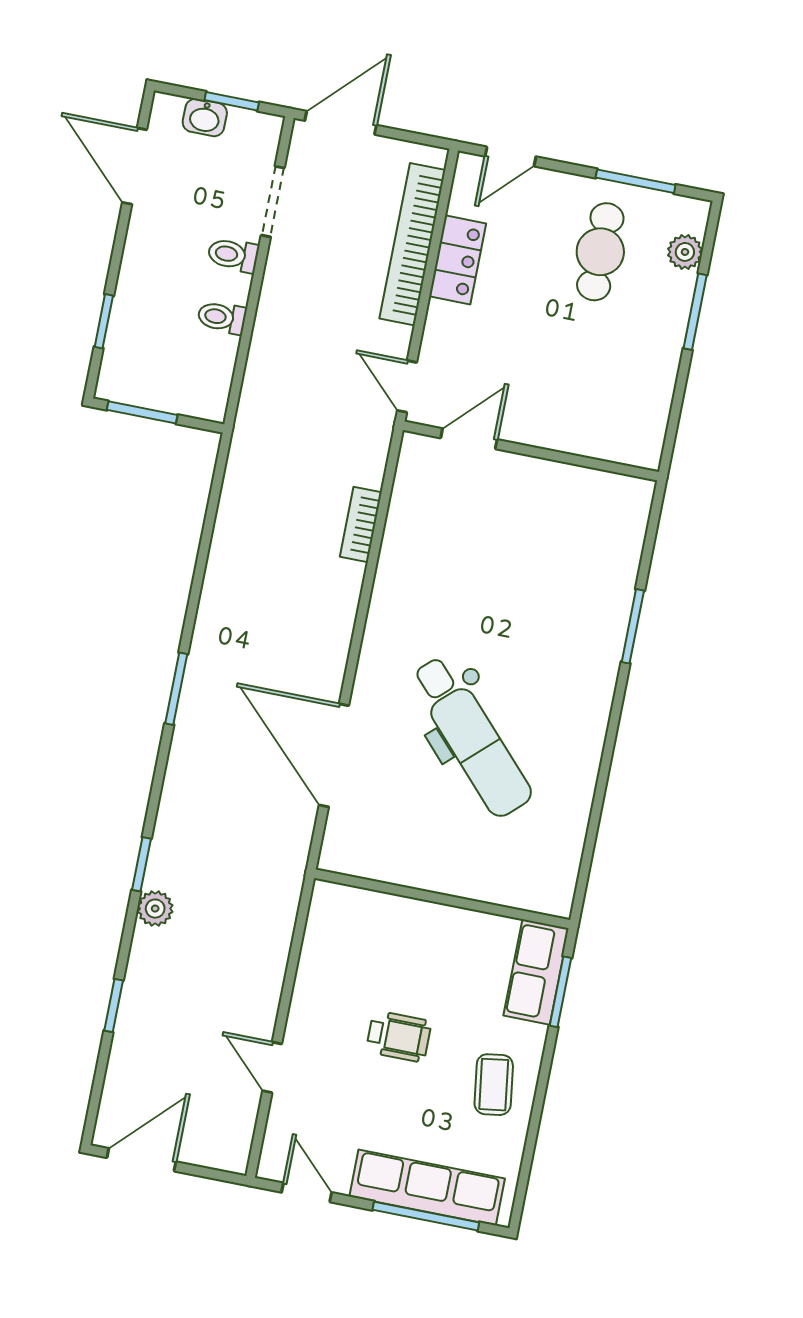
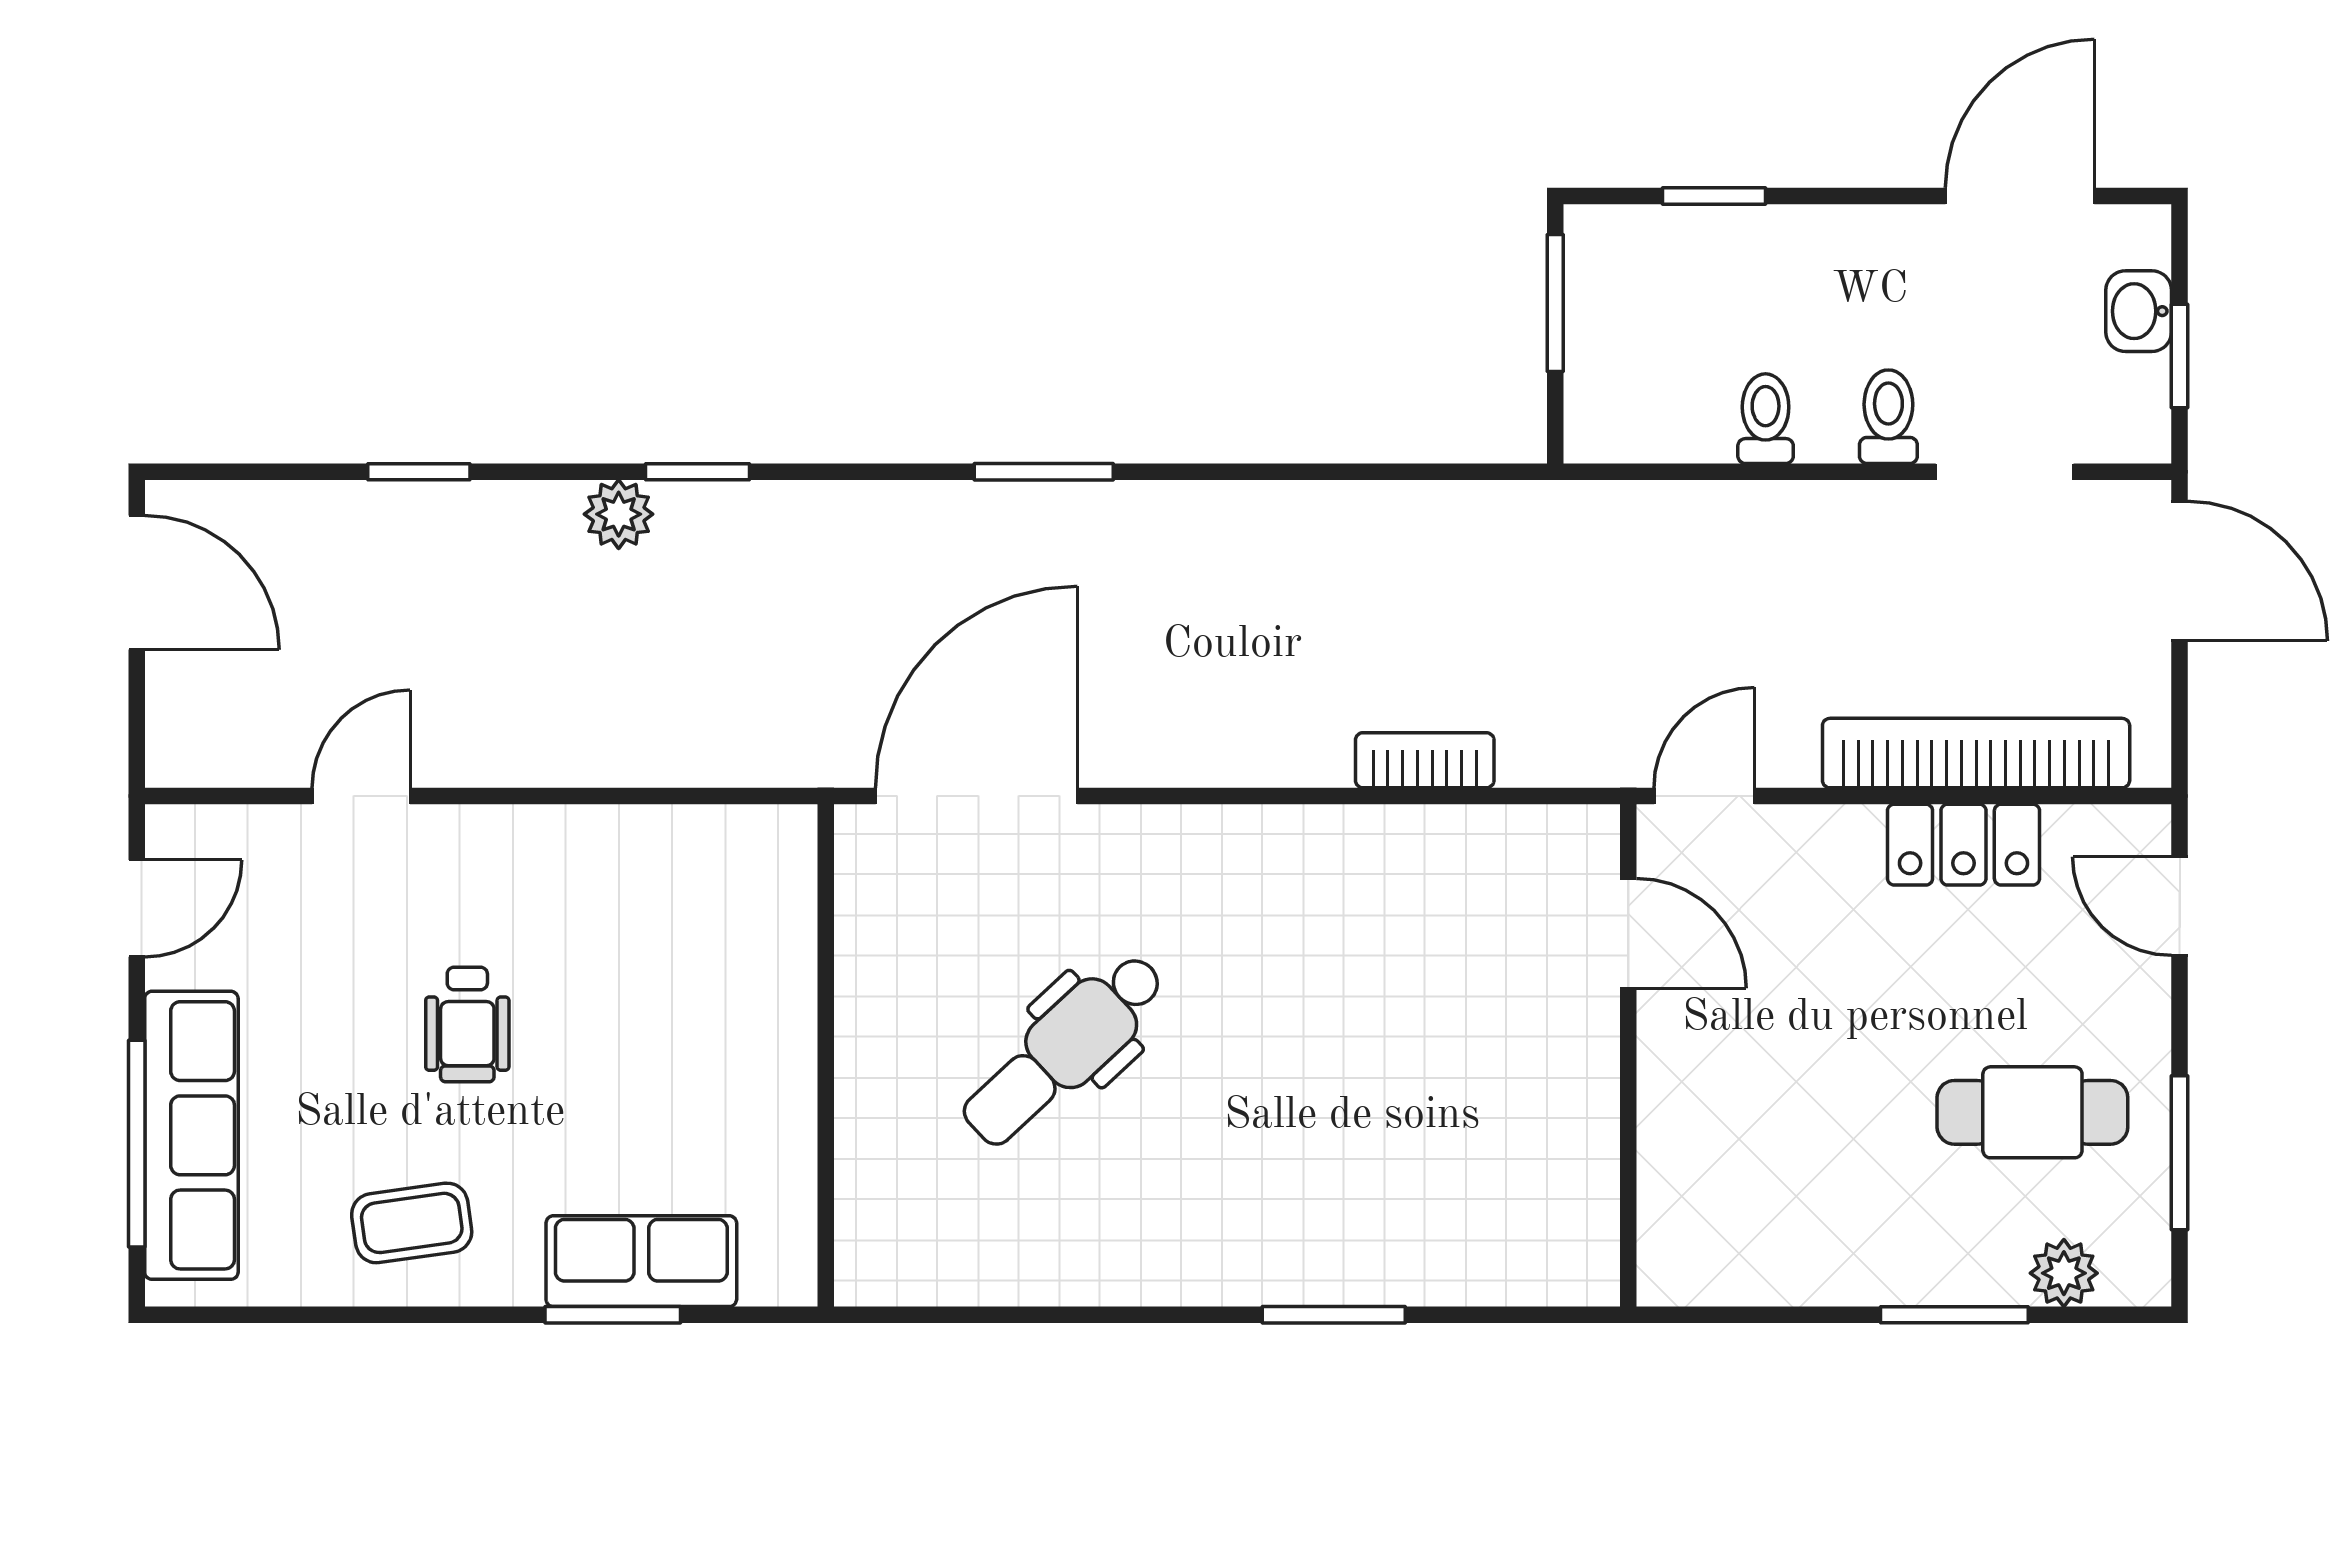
dental chair: (471, 737) -> (1064, 1049), width x0.73, depth x0.72
wall: (442, 899) -> (826, 1055), moved

